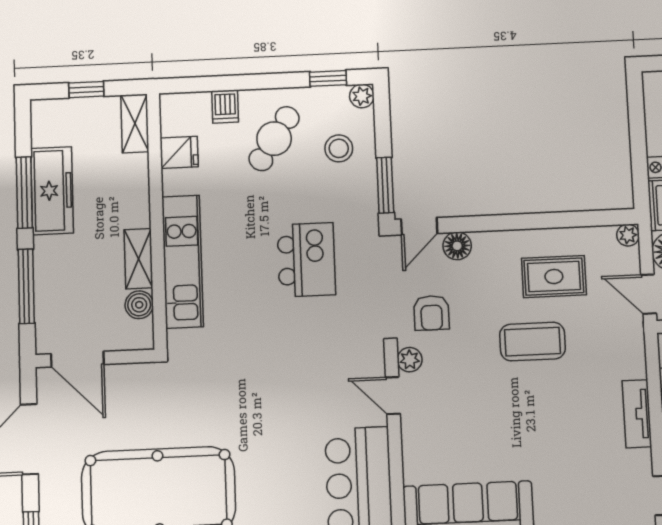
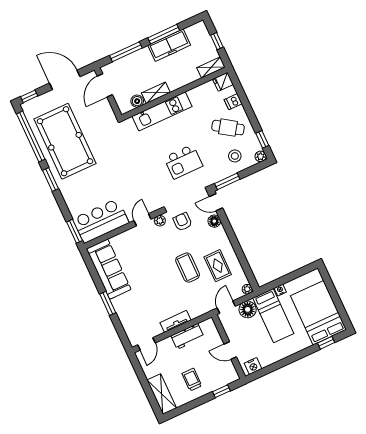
fridge: (179, 152) -> (223, 82), moved, turned 90
armchair: (432, 313) -> (183, 222), turned 90

